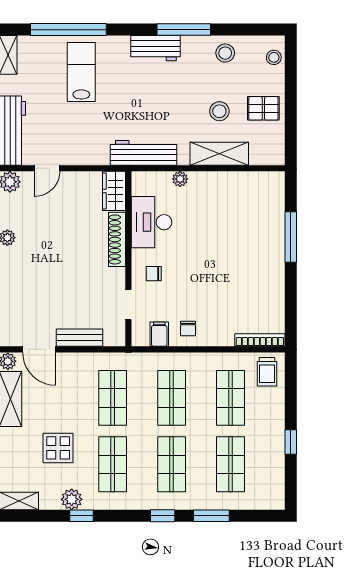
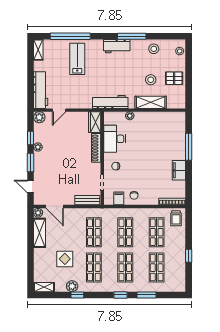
filing cabinet: (272, 281) -> (179, 170), added
bench: (79, 338) -> (87, 200), moved

